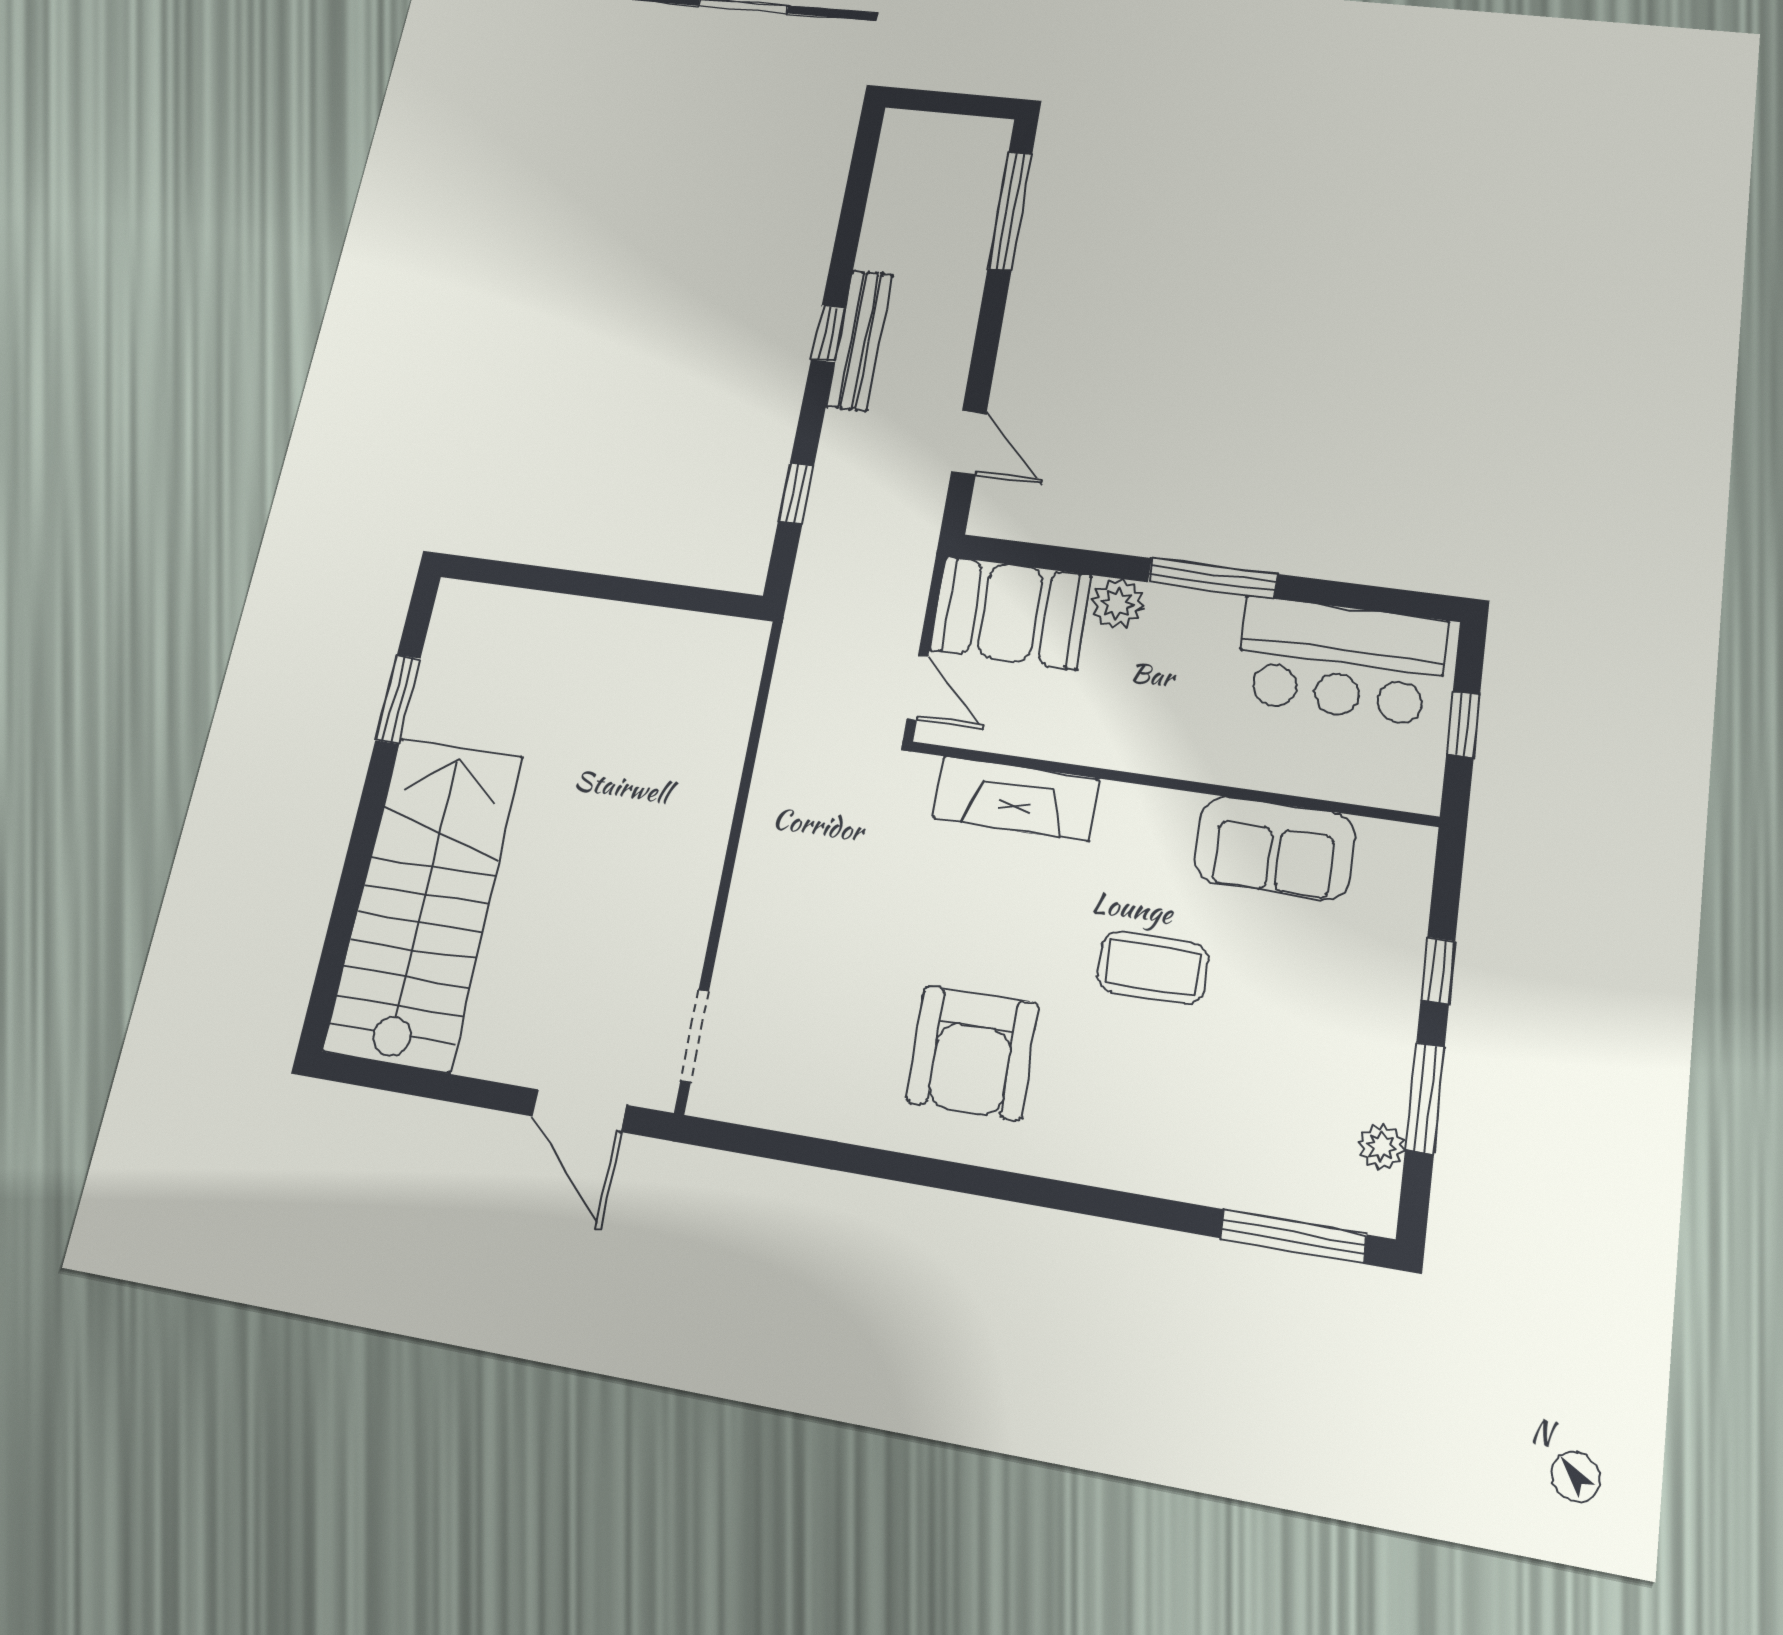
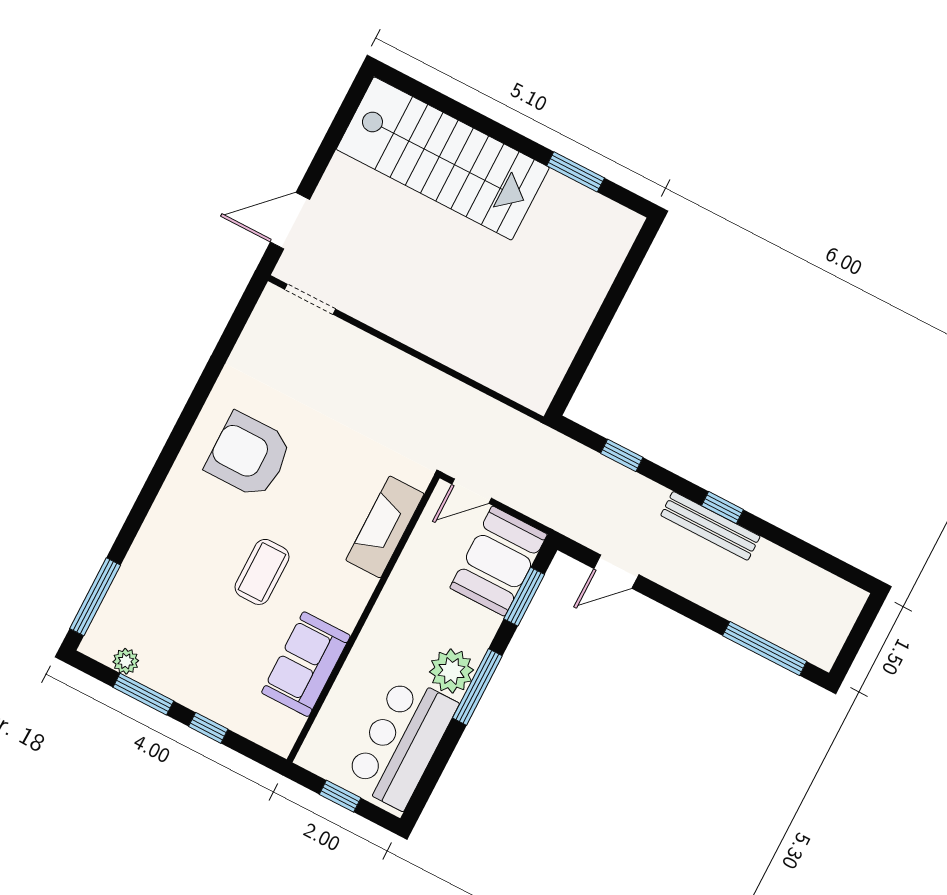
window: (1051, 558) -> (524, 597), added
plant: (1117, 604) -> (452, 671), moved, width x1.36, depth x1.36

